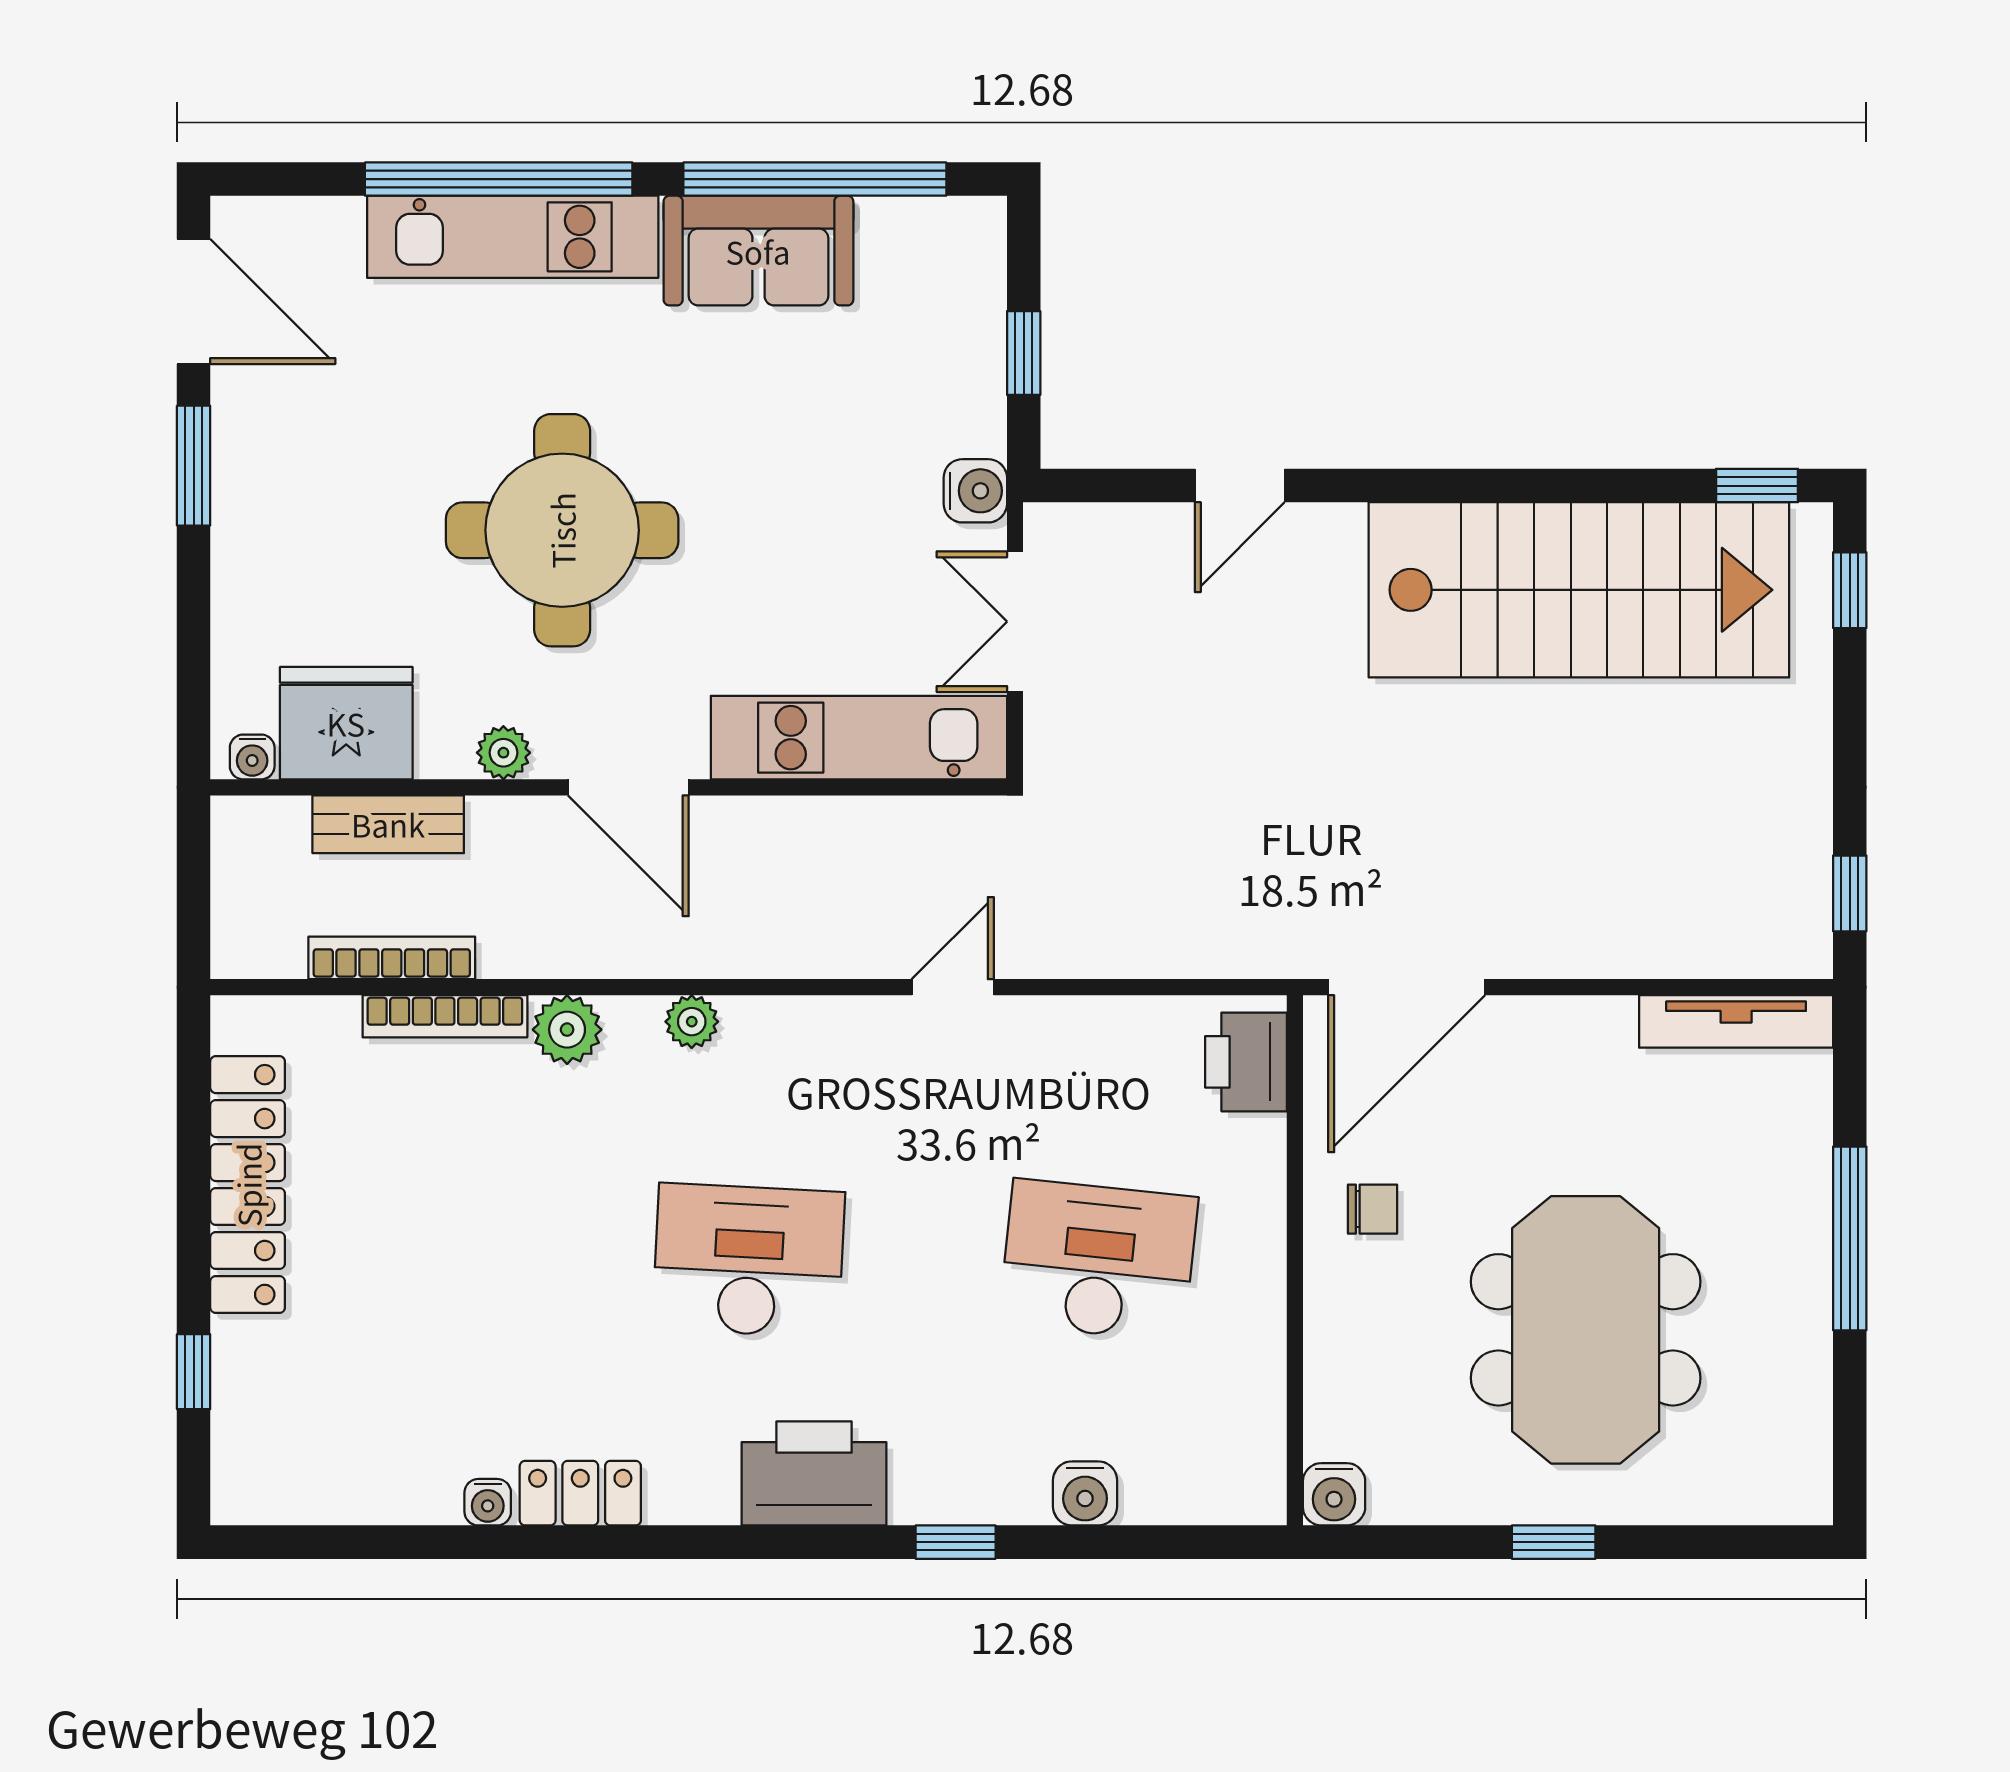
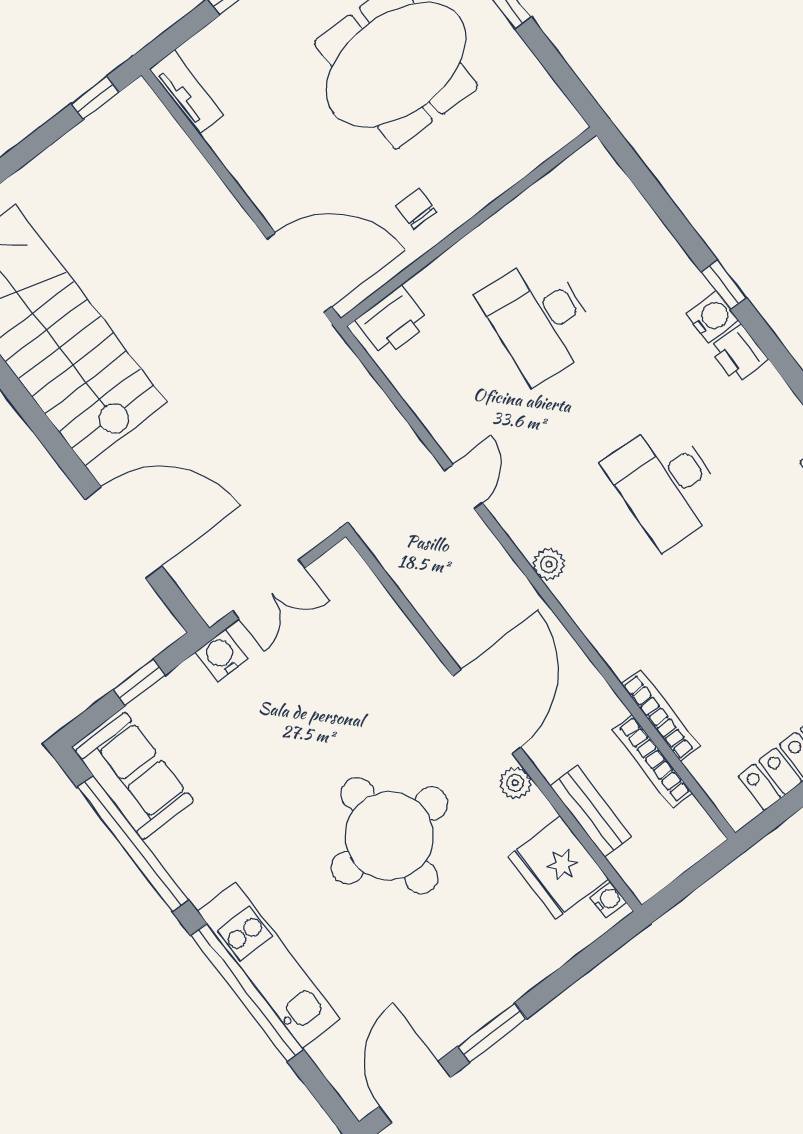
sofa: (758, 251) -> (134, 776), moved
door: (1240, 486) -> (123, 533), width x1.87
kitchen unit: (859, 738) -> (380, 621), removed
door: (628, 787) -> (487, 712), width x1.36
door: (953, 987) -> (463, 487), swing flipped
tv unit: (1736, 1021) -> (186, 92), width x0.71
plant: (692, 1022) -> (549, 564), moved
plant: (567, 1030) -> (623, 653), removed
printer: (814, 1473) -> (738, 354), width x0.53, depth x0.68
water cooler: (1085, 1493) -> (712, 317), moved
water cooler: (1334, 1494) -> (564, 124), removed

